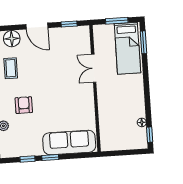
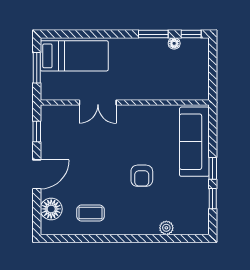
window: (143, 42) -> (153, 34), moved
armchair: (24, 105) -> (142, 176), moved, turned -90

